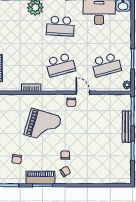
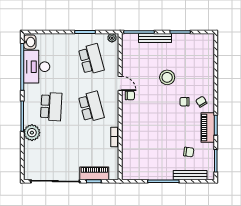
door: (83, 93) -> (120, 83), swing flipped
grand piano: (43, 126) -> (154, 125), removed
stool: (89, 138) -> (167, 77), added

